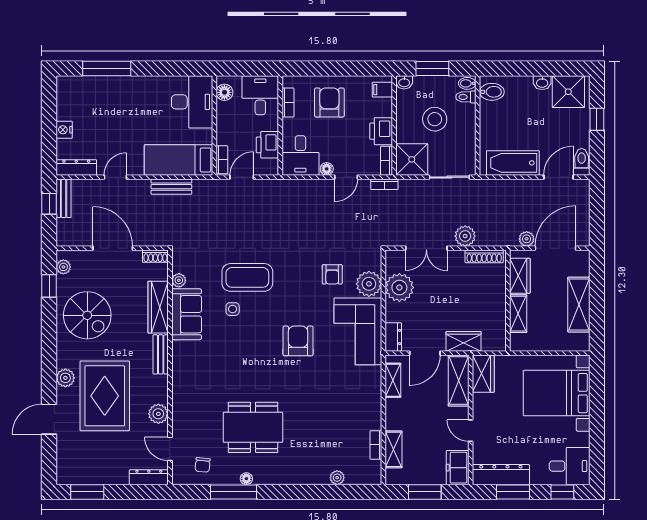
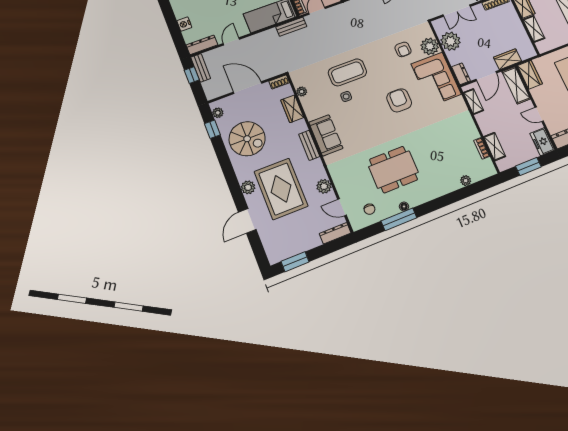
bench: (171, 187) -> (291, 27), moved
wardrobe: (158, 307) -> (292, 109), width x0.67
sofa: (187, 314) -> (326, 135), moved

